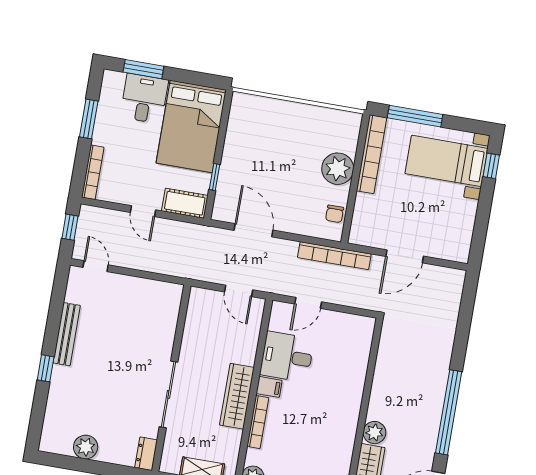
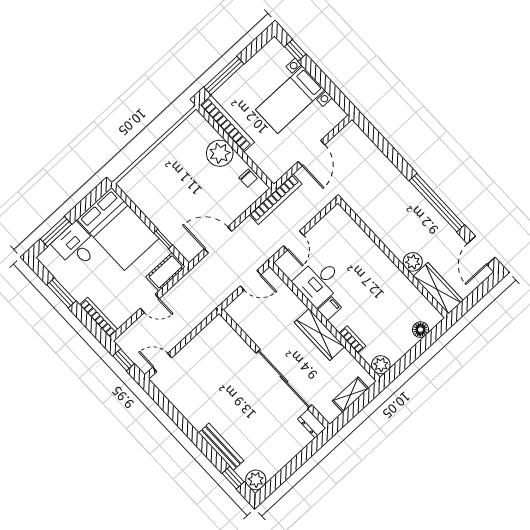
bed with nightstands: (446, 161) -> (290, 100), moved
bench: (67, 334) -> (221, 447), moved
window: (46, 368) -> (233, 478), moved
sliding door: (168, 394) -> (284, 379), width x1.36
bookcase: (258, 422) -> (352, 339), width x0.64
plant: (86, 447) -> (256, 480), moved

